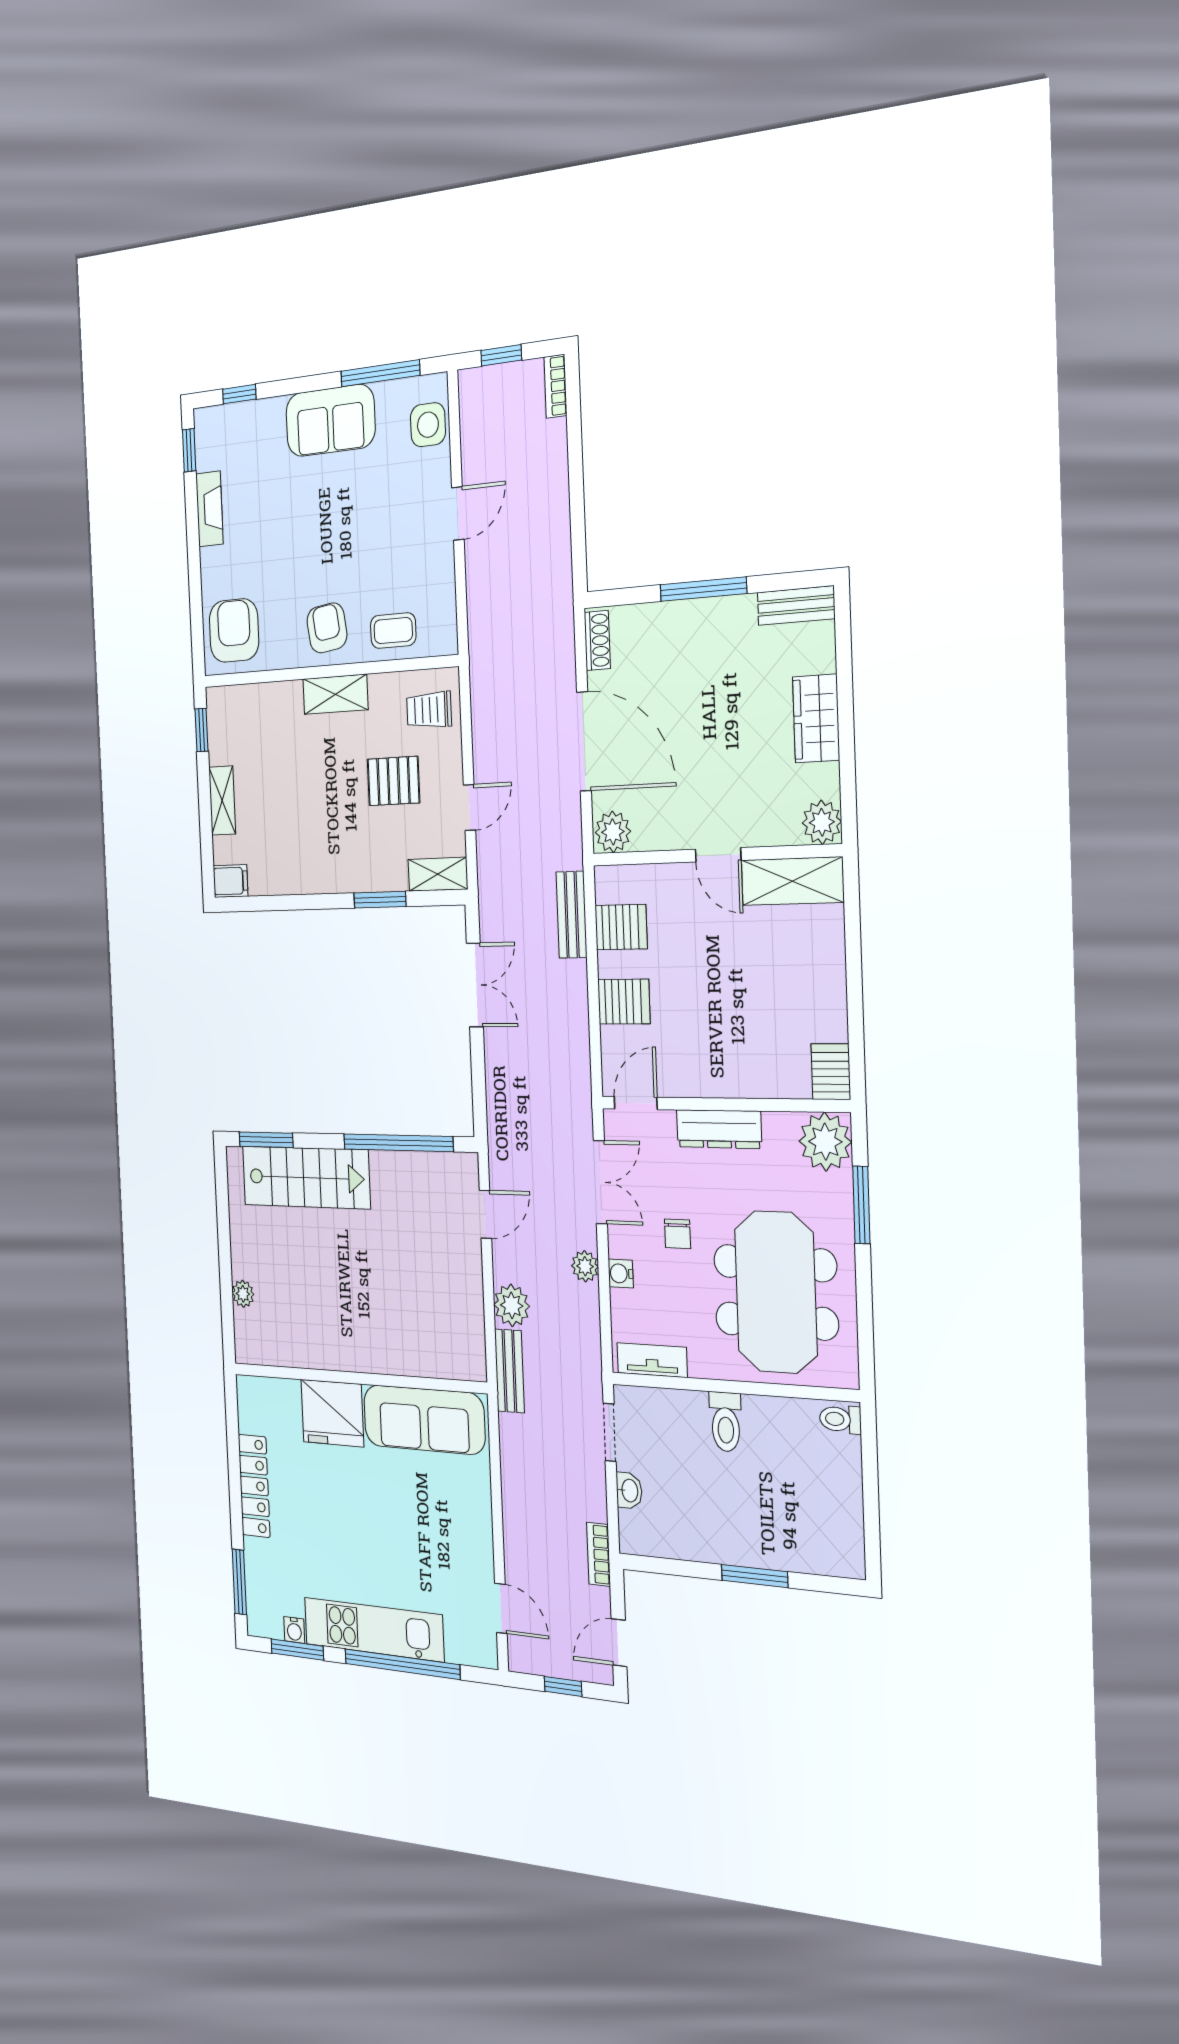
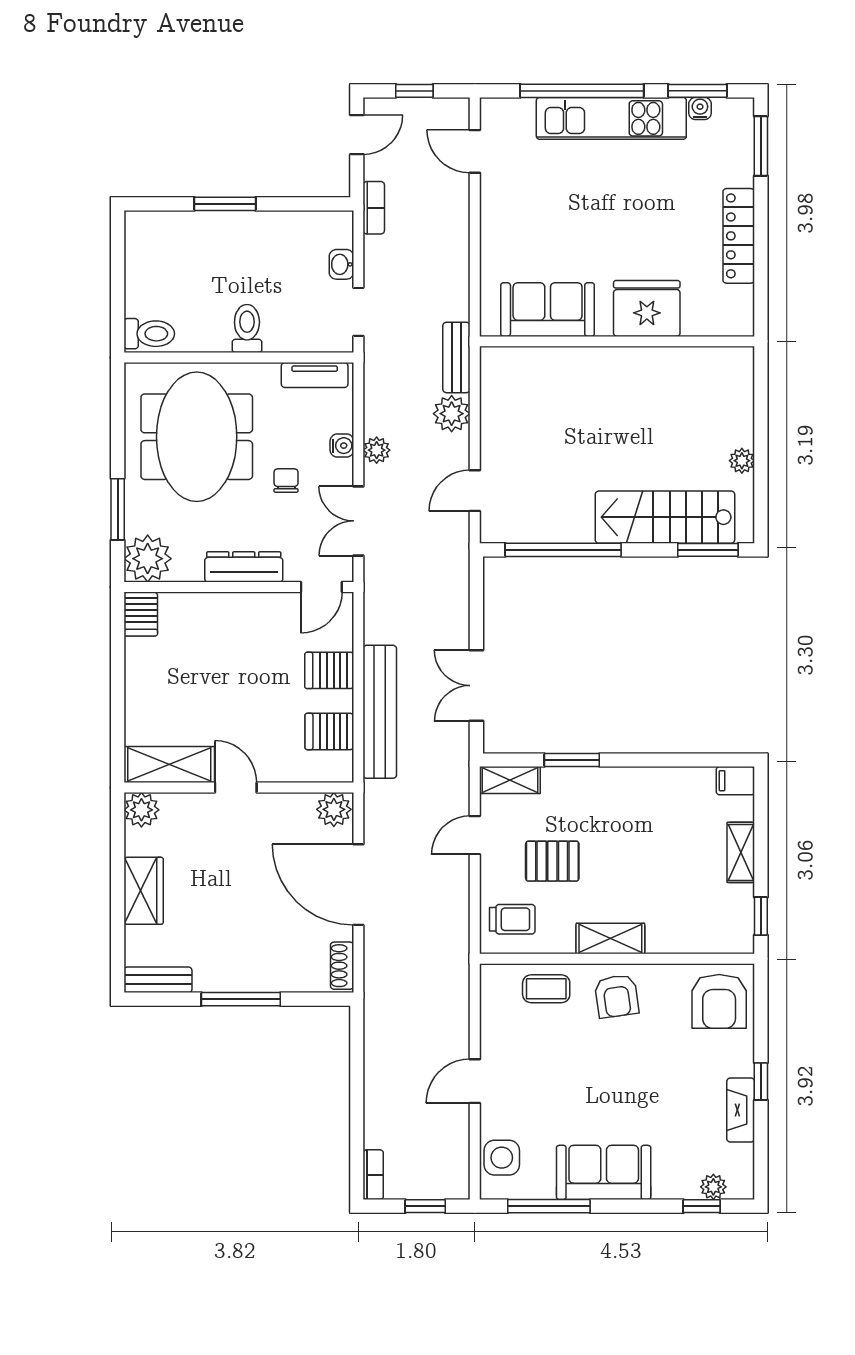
plant: (230, 418) -> (713, 1187), added
window: (189, 450) -> (761, 1081), moved
bench: (572, 915) -> (380, 712), width x1.86, depth x1.21
plant: (243, 1294) -> (742, 461), moved
toilet: (840, 1419) -> (149, 334), width x1.37, depth x1.39
sofa: (424, 1420) -> (548, 310), width x0.73

